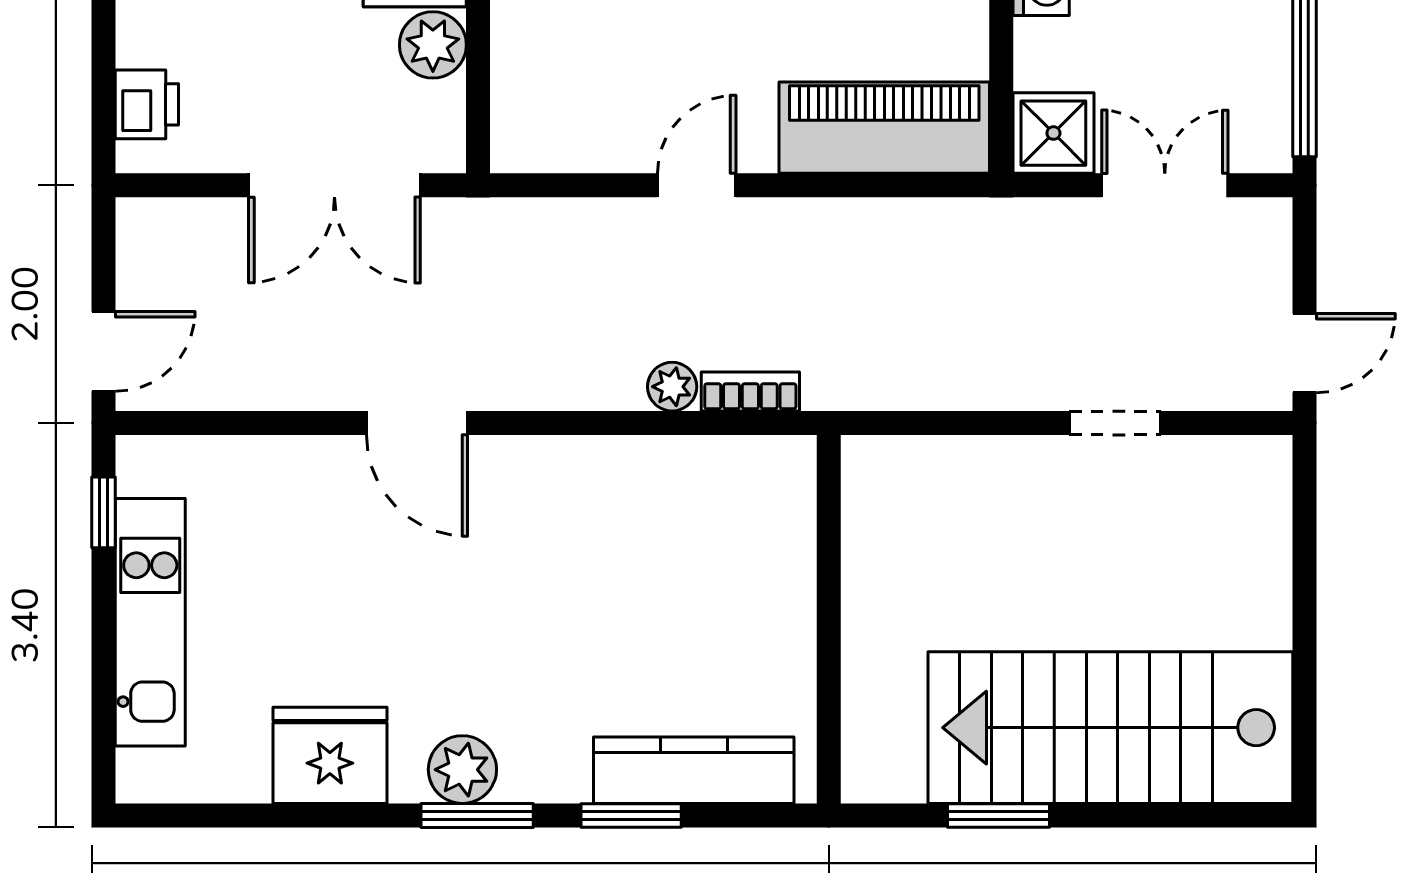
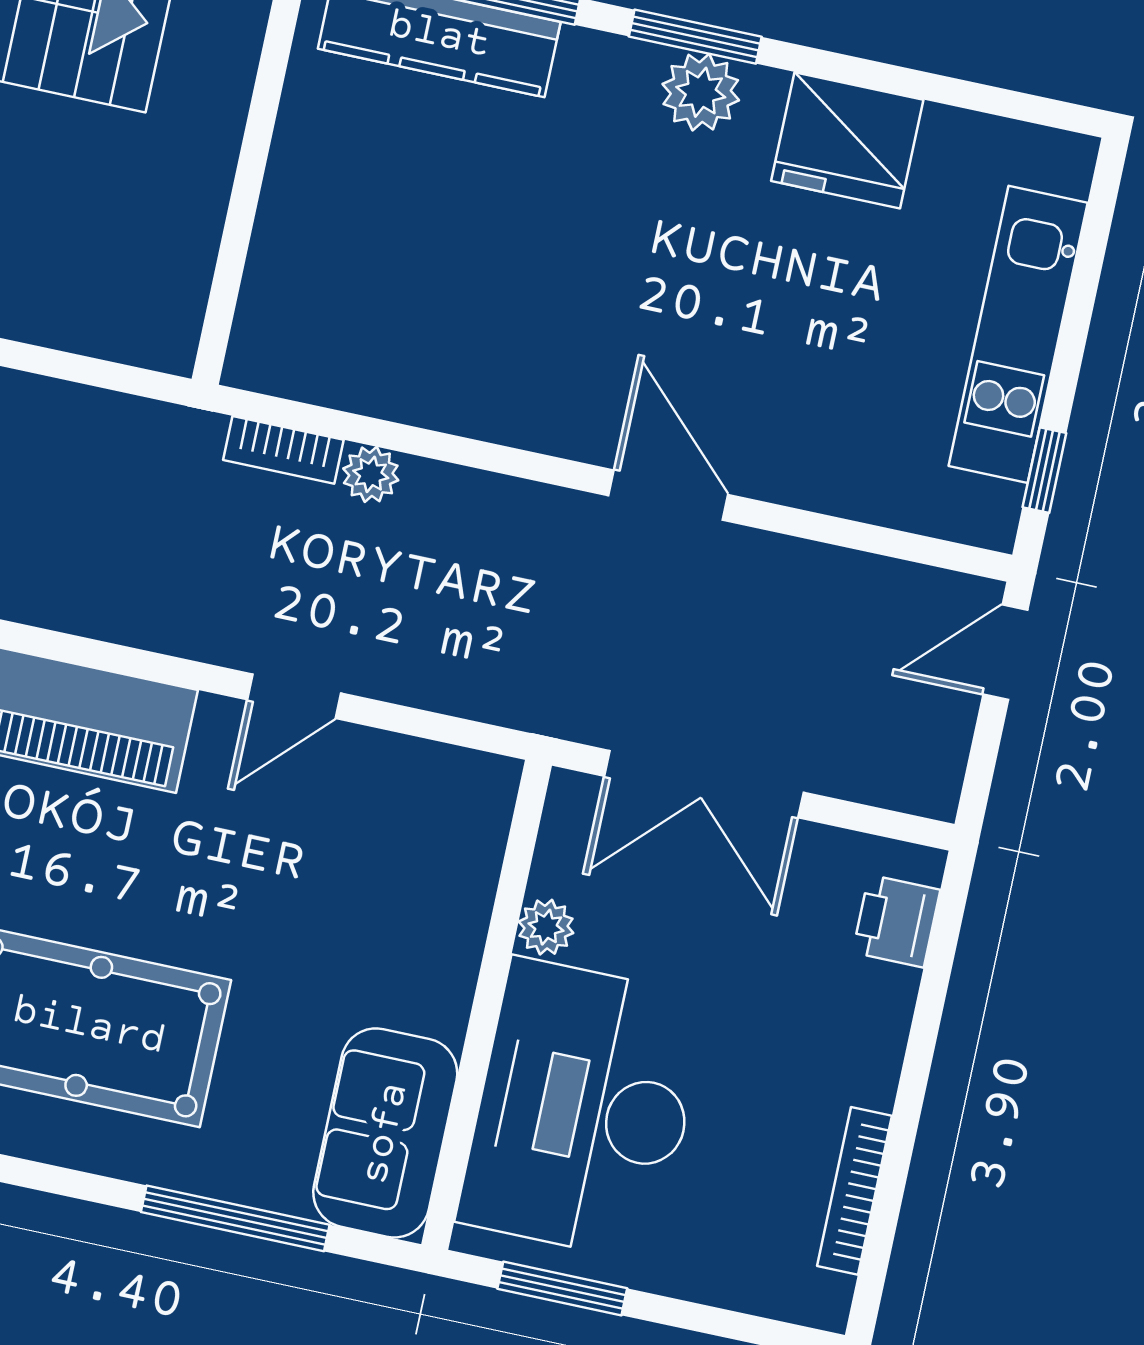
plant: (433, 45) -> (546, 927), width x0.73, depth x0.73
double door: (334, 185) -> (704, 784), swing flipped

